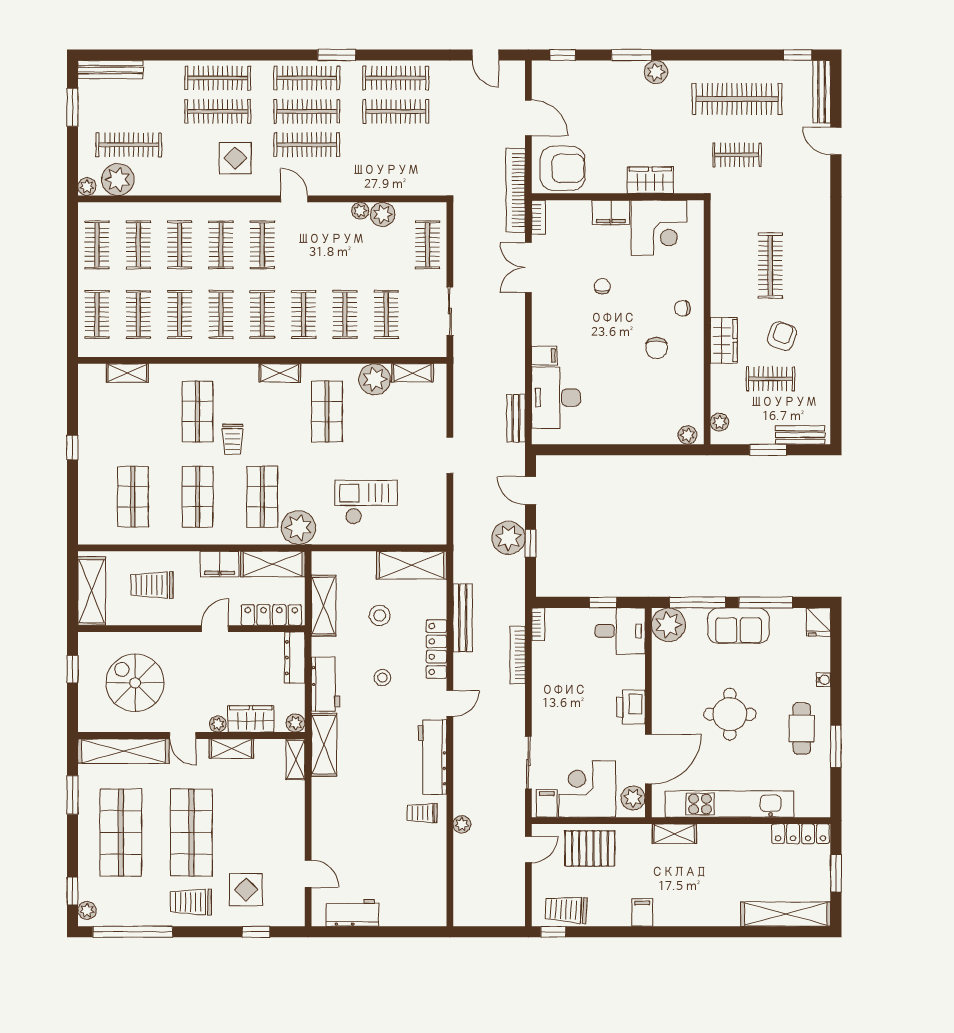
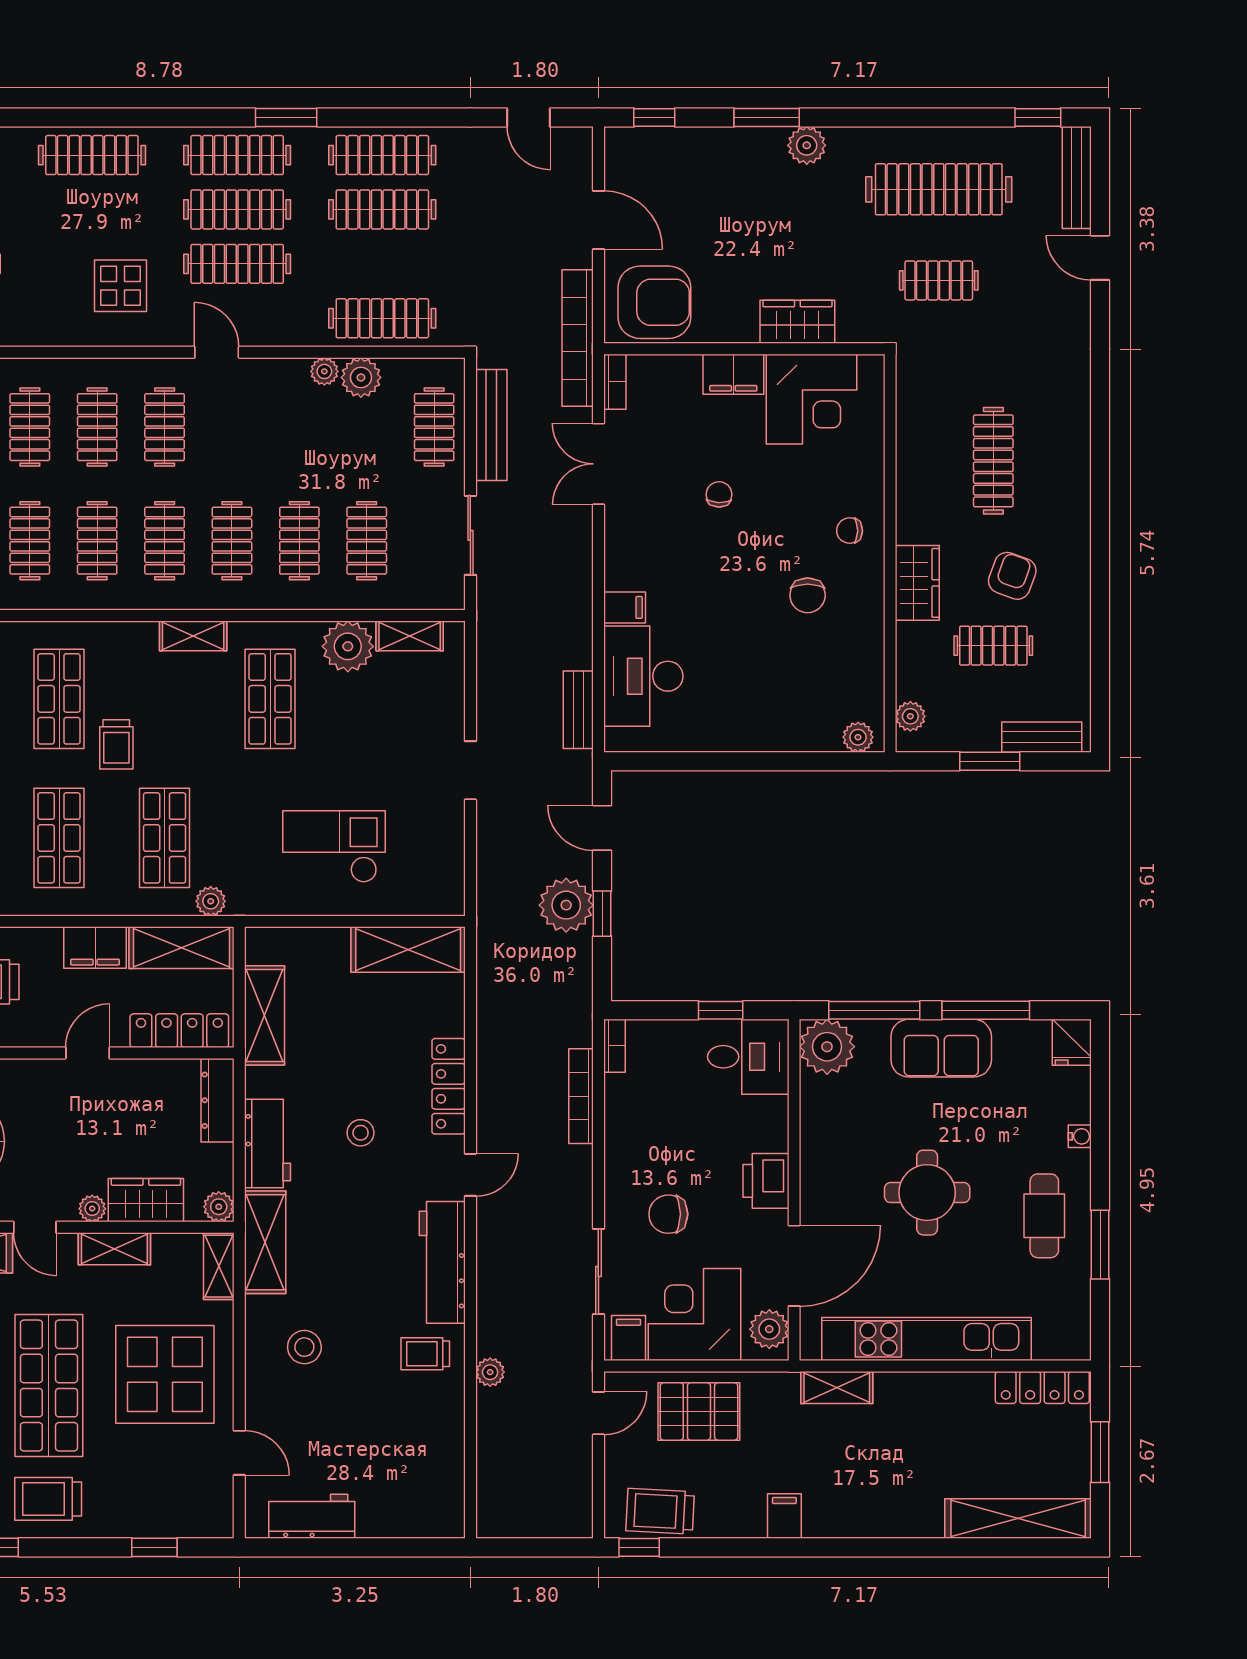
clothes rail: (218, 111) -> (382, 318), moved
plant: (298, 528) -> (211, 901), width x0.53, depth x0.53
stool: (380, 615) -> (304, 1347), moved
bench: (463, 618) -> (491, 425), moved
chair: (571, 727) -> (668, 1214), added
display table: (246, 890) -> (165, 1374), moved, width x1.86, depth x1.86

